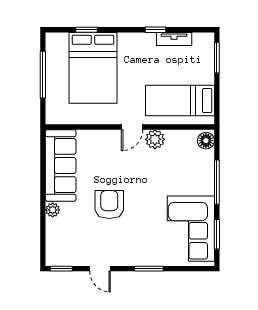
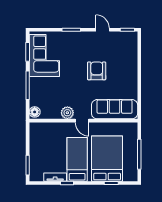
bed: (180, 101) -> (77, 159), moved, turned -90
door: (132, 127) -> (82, 121), swing flipped
sofa: (61, 165) -> (115, 109), moved, turned 90
armchair: (109, 205) -> (97, 71), turned 180
plant: (53, 210) -> (133, 67), removed

